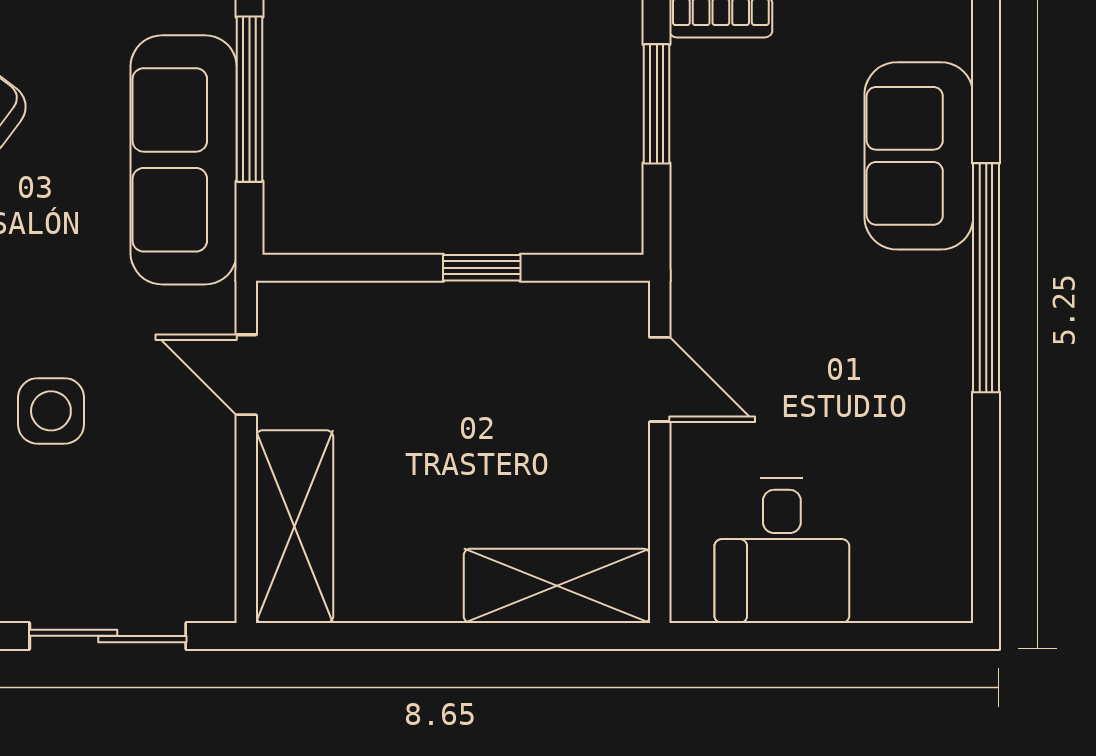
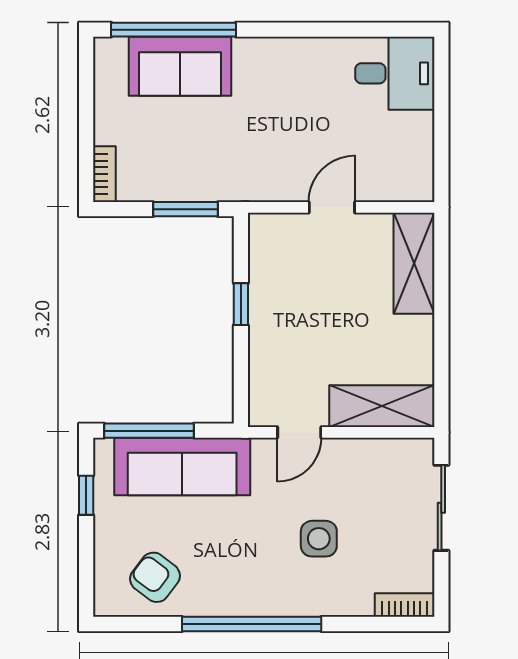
window: (657, 104) -> (185, 209), moved
window: (986, 278) -> (174, 30), moved
door: (660, 379) -> (332, 207), moved
desk: (782, 551) -> (395, 73), moved

